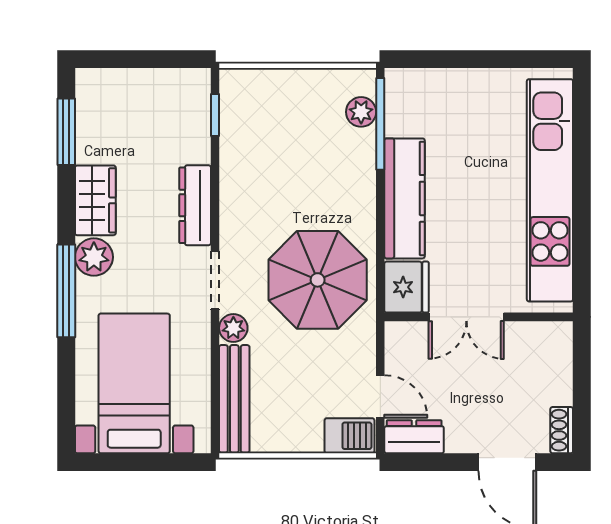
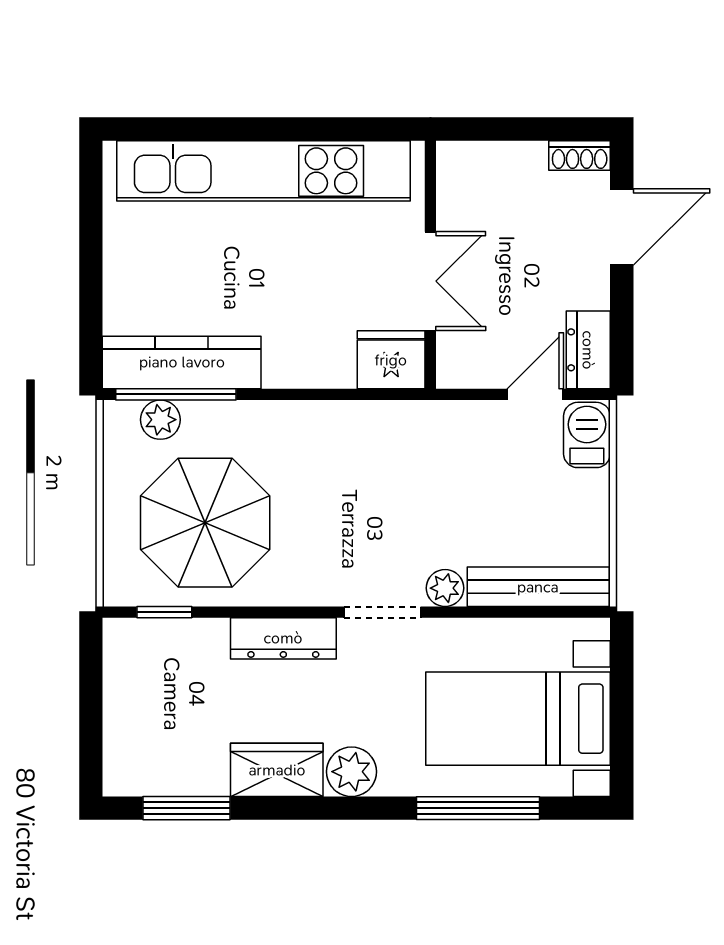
kitchen counter: (405, 198) -> (182, 362), moved
parasol: (318, 280) -> (205, 523), moved
window: (66, 291) -> (478, 808), moved

